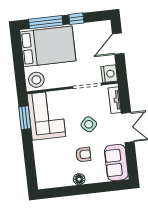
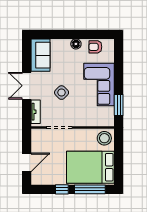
nightstand: (109, 74) -> (38, 136), removed
corner sofa: (46, 115) -> (99, 84), moved
armchair: (83, 155) -> (95, 47), moved

